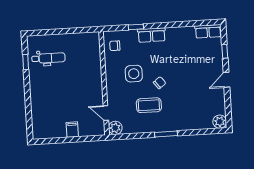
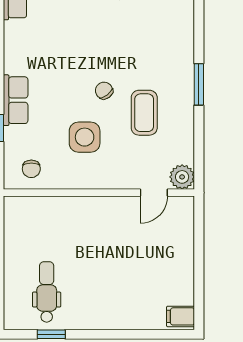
filing cabinet: (72, 130) -> (181, 316), moved

